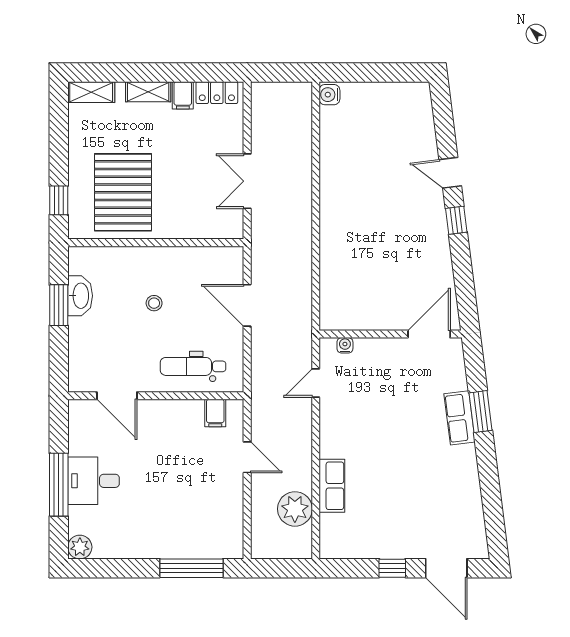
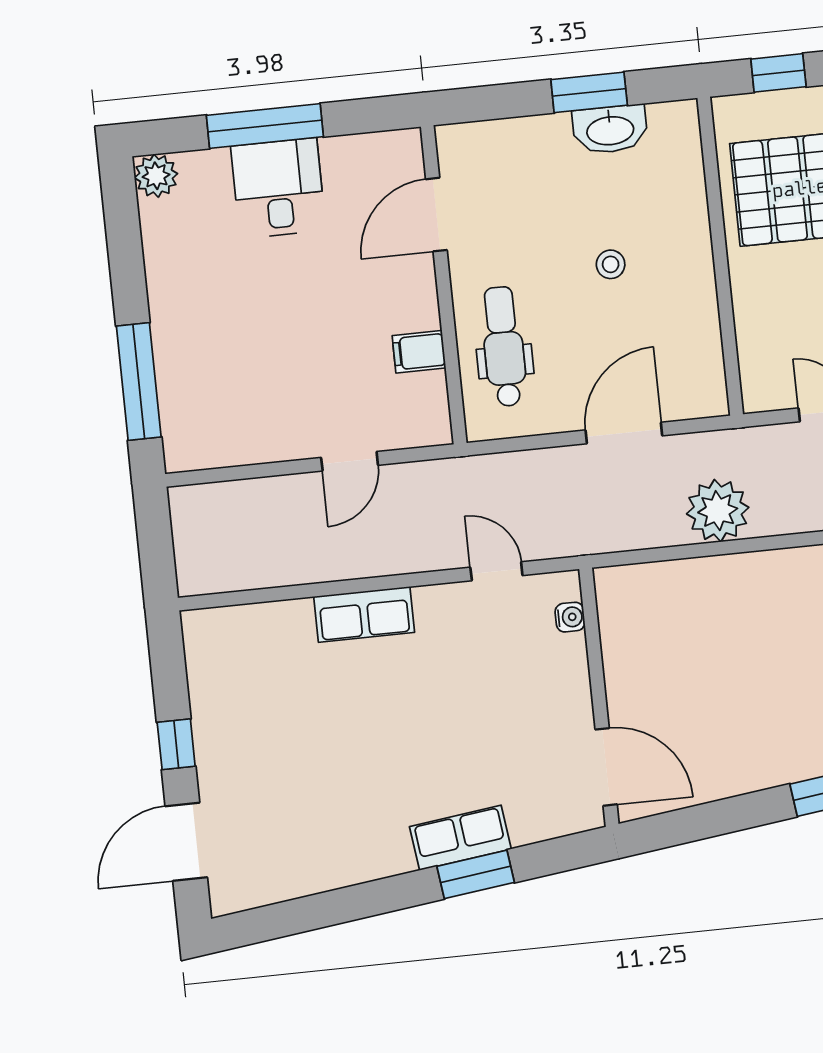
filing cabinet: (215, 413) -> (419, 352), moved
row of seats: (332, 486) -> (364, 614), moved
plant: (295, 509) -> (718, 511), moved

